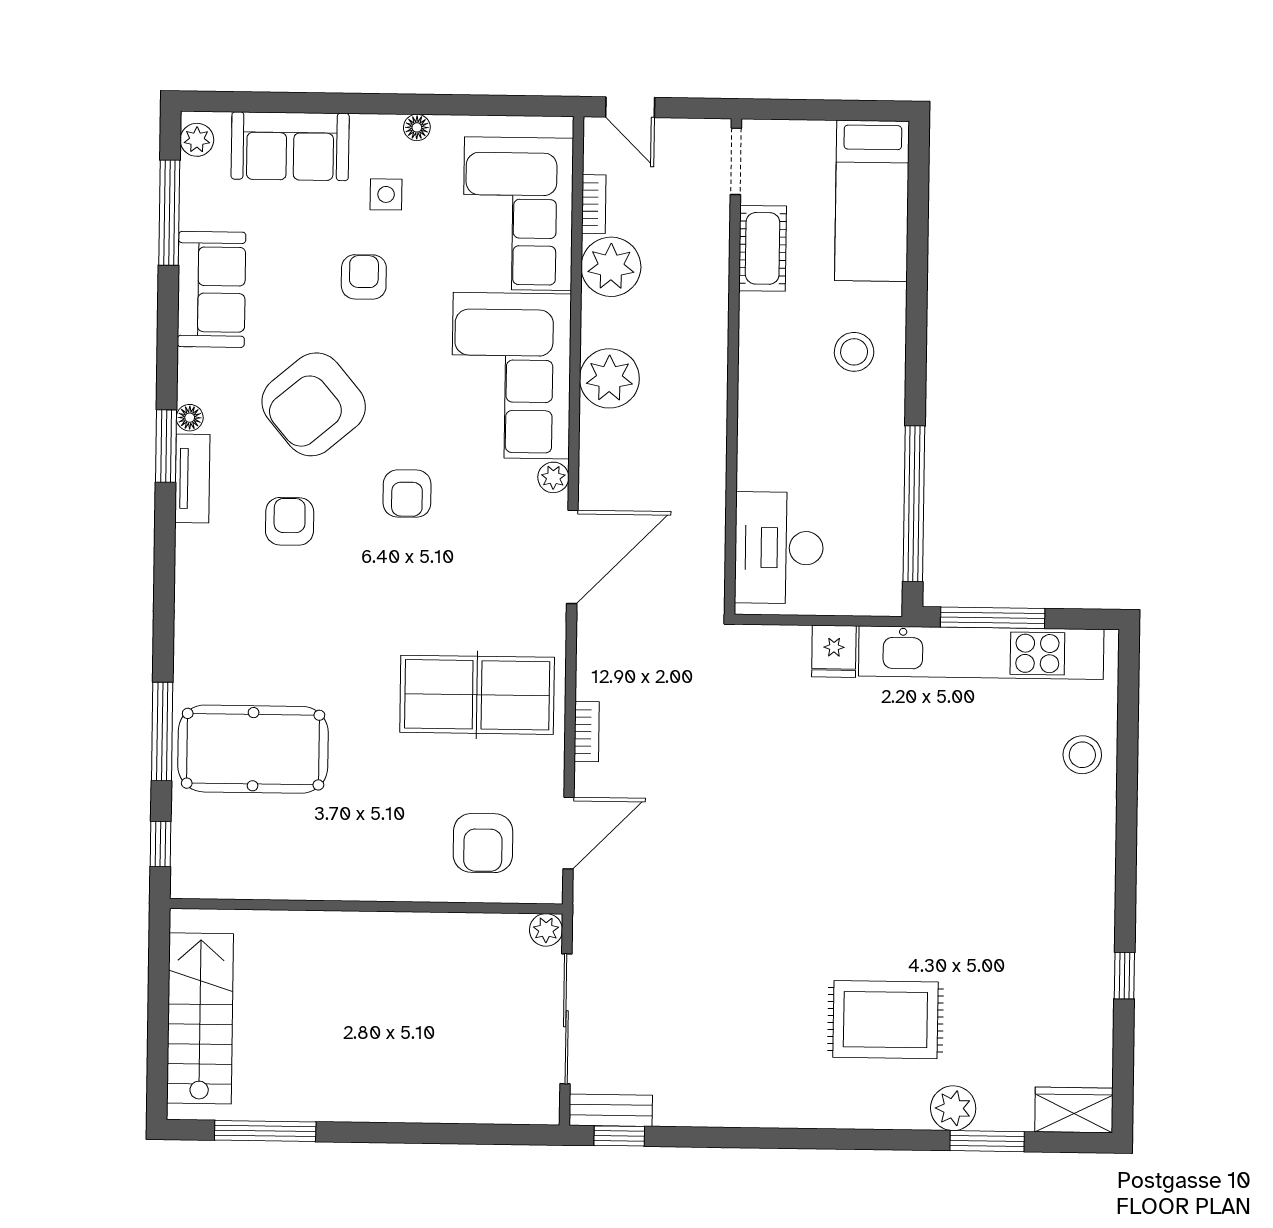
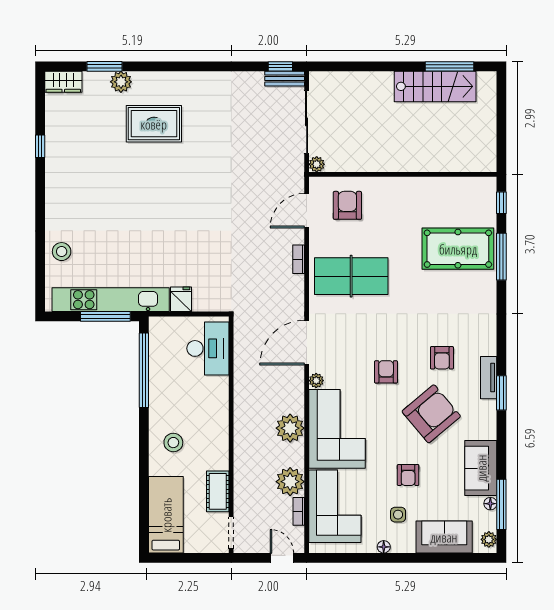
floor lamp: (190, 418) -> (490, 504), moved
stairs: (200, 1018) -> (435, 86), moved, turned -90

